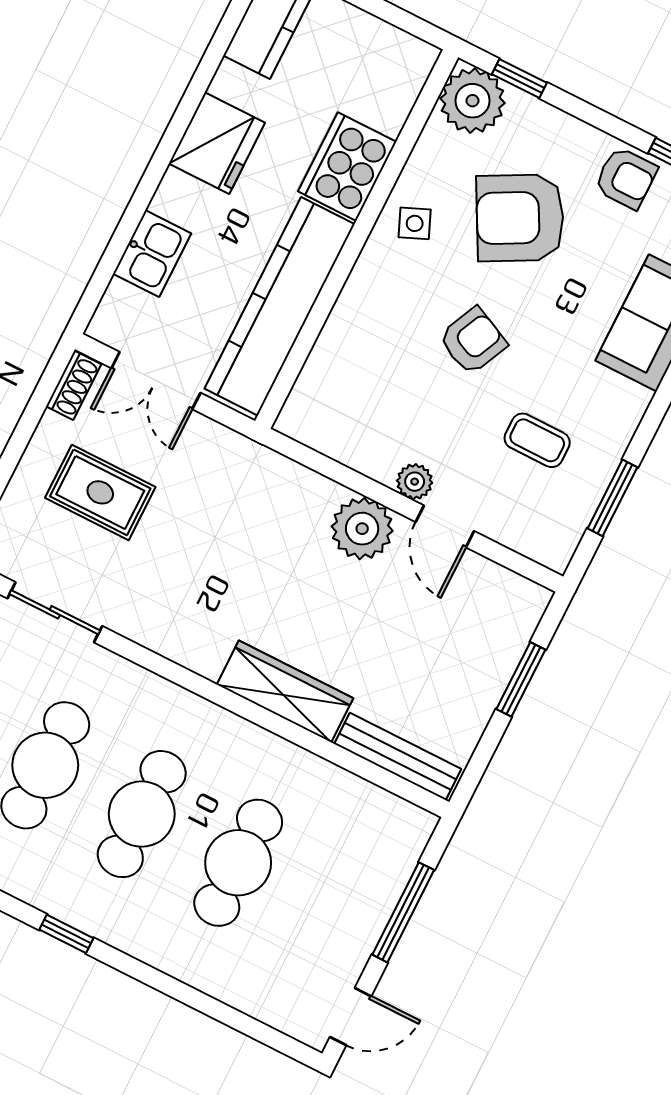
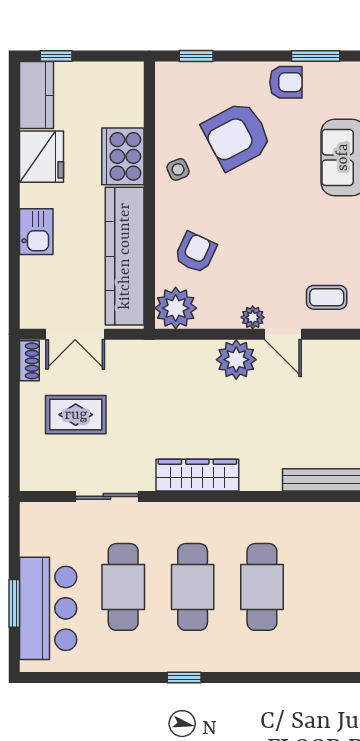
plant: (472, 101) -> (176, 308), moved
fridge: (217, 143) -> (41, 157), moved
kitchen sink: (152, 254) -> (36, 232), moved
armchair: (473, 341) -> (195, 253), moved
coffee table: (537, 440) -> (327, 297), moved
sliding door: (55, 612) -> (107, 496), moved
wardrobe: (285, 691) -> (197, 475), moved

